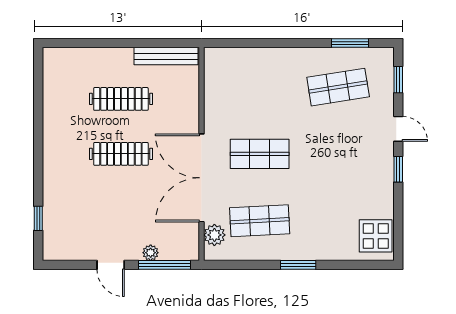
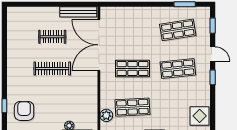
clothes rail: (121, 99) -> (52, 37), width x0.73
shop shelf: (338, 154) -> (178, 68), added
double door: (202, 178) -> (99, 45), moved
armchair: (72, 227) -> (24, 111), added

